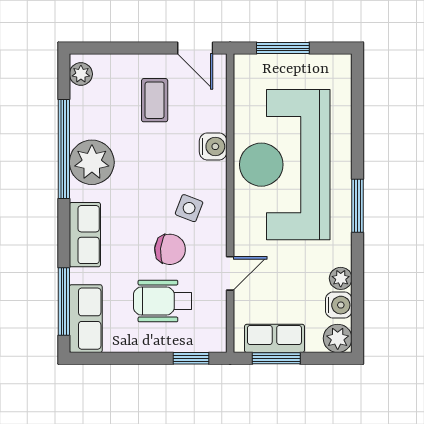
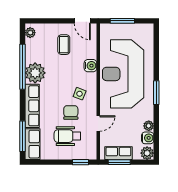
row of seats: (85, 235) -> (32, 106), width x1.48
chair: (170, 249) -> (71, 113), turned -95

